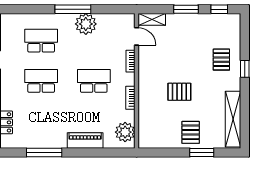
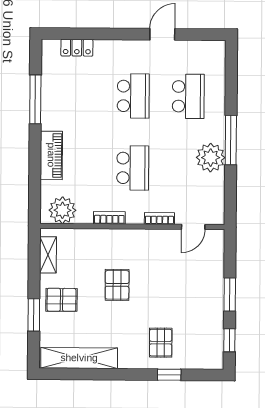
shelving: (152, 19) -> (48, 255), moved
pallet: (221, 60) -> (161, 343), turned 90
window: (245, 69) -> (169, 375), moved

